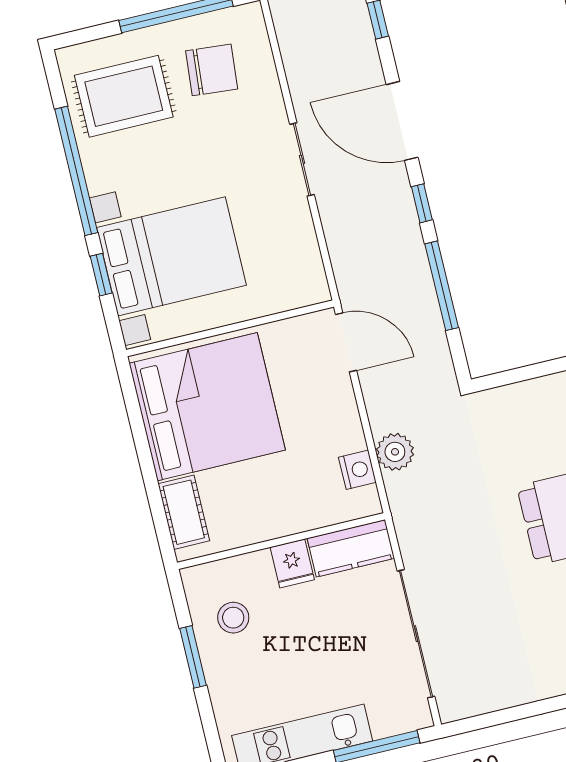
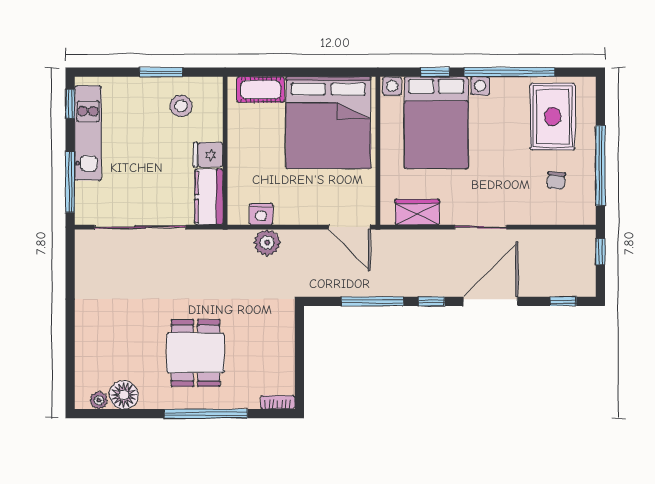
chair: (212, 70) -> (556, 180), width x0.54, depth x0.54
wardrobe: (302, 253) -> (417, 212), added
door: (346, 342) -> (349, 227), hinge flipped

